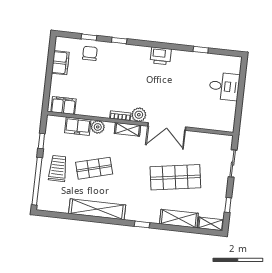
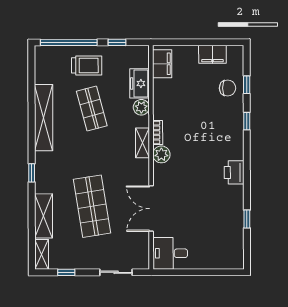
desk: (224, 86) -> (170, 253), moved, turned 90
double door: (167, 127) -> (151, 209), moved

